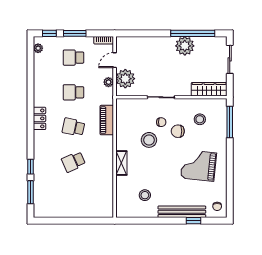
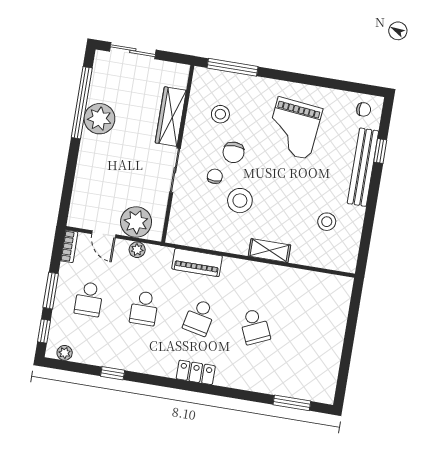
wardrobe: (209, 89) -> (171, 117), moved
locker: (40, 118) -> (196, 372), moved
window: (31, 167) -> (113, 373), moved

